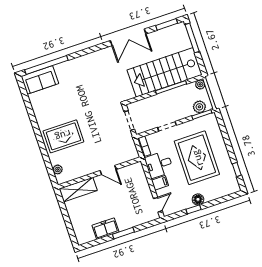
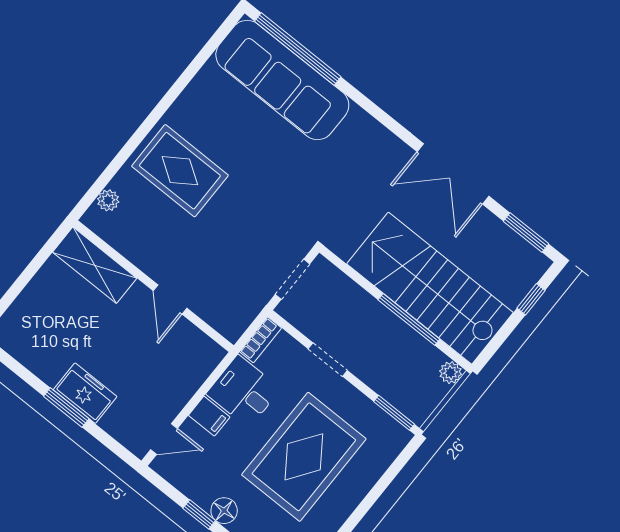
window: (192, 38) -> (531, 299), width x0.46
sofa: (40, 80) -> (282, 80), width x1.85, depth x1.27
plant: (199, 107) -> (406, 399), removed
freezer: (105, 229) -> (85, 393), moved

